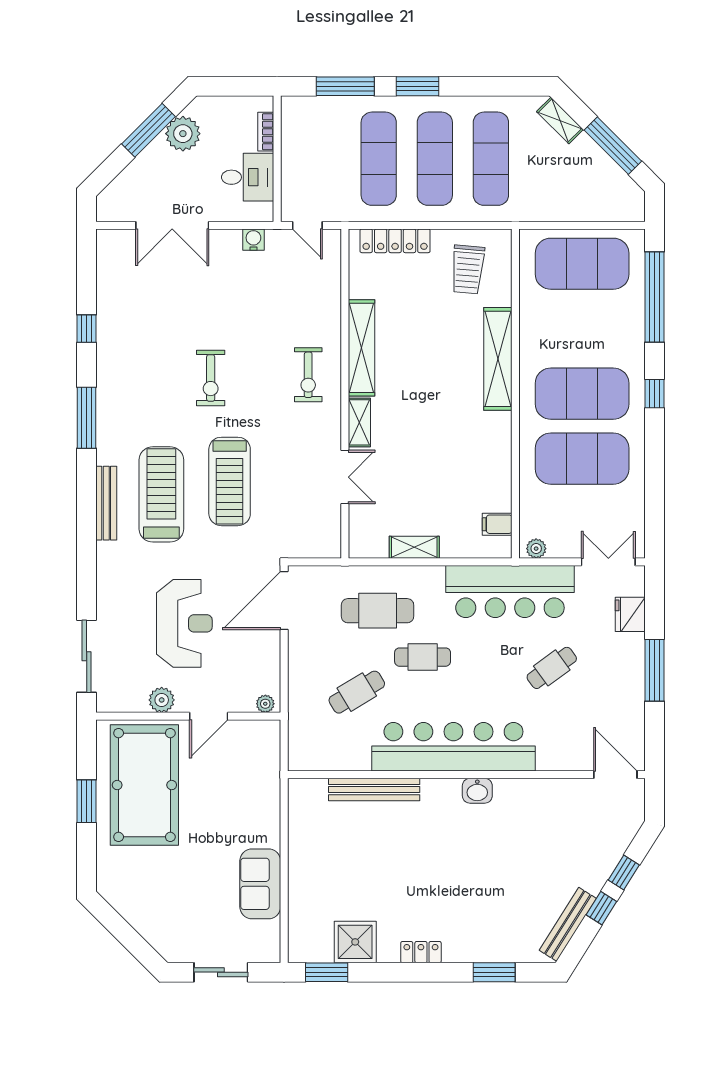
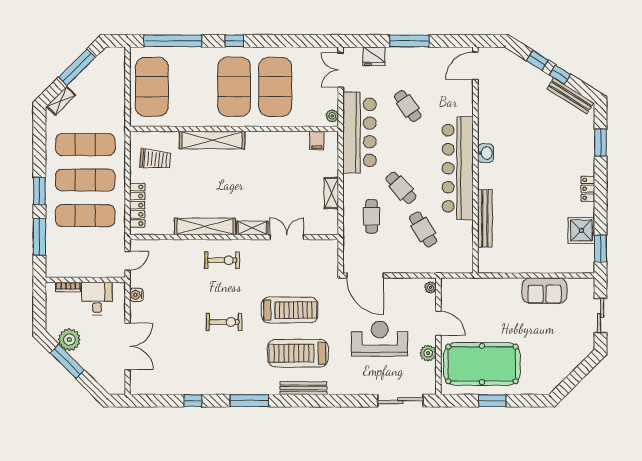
cafe table: (378, 611) -> (372, 216), width x0.73, depth x0.74
cafe table: (423, 657) -> (401, 188), turned -42

